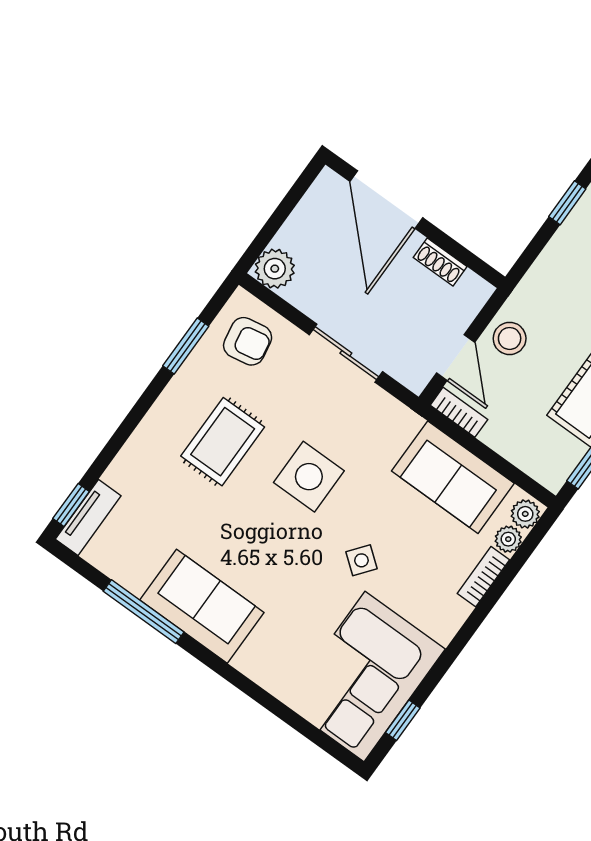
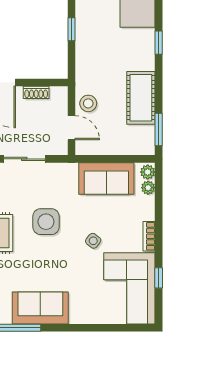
bookcase: (459, 412) -> (89, 150), removed
bookcase: (483, 577) -> (149, 236), moved
window: (403, 720) -> (159, 278), moved

